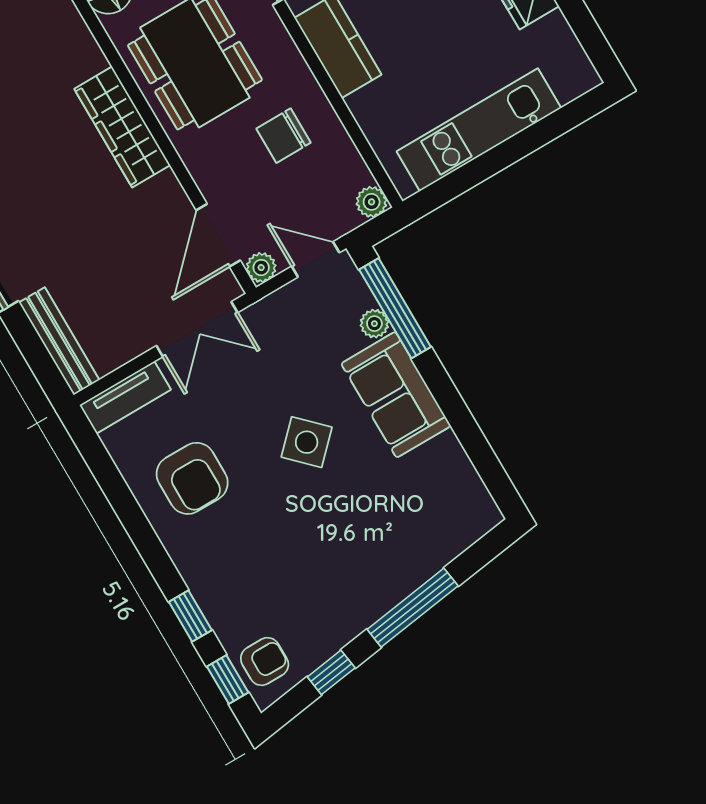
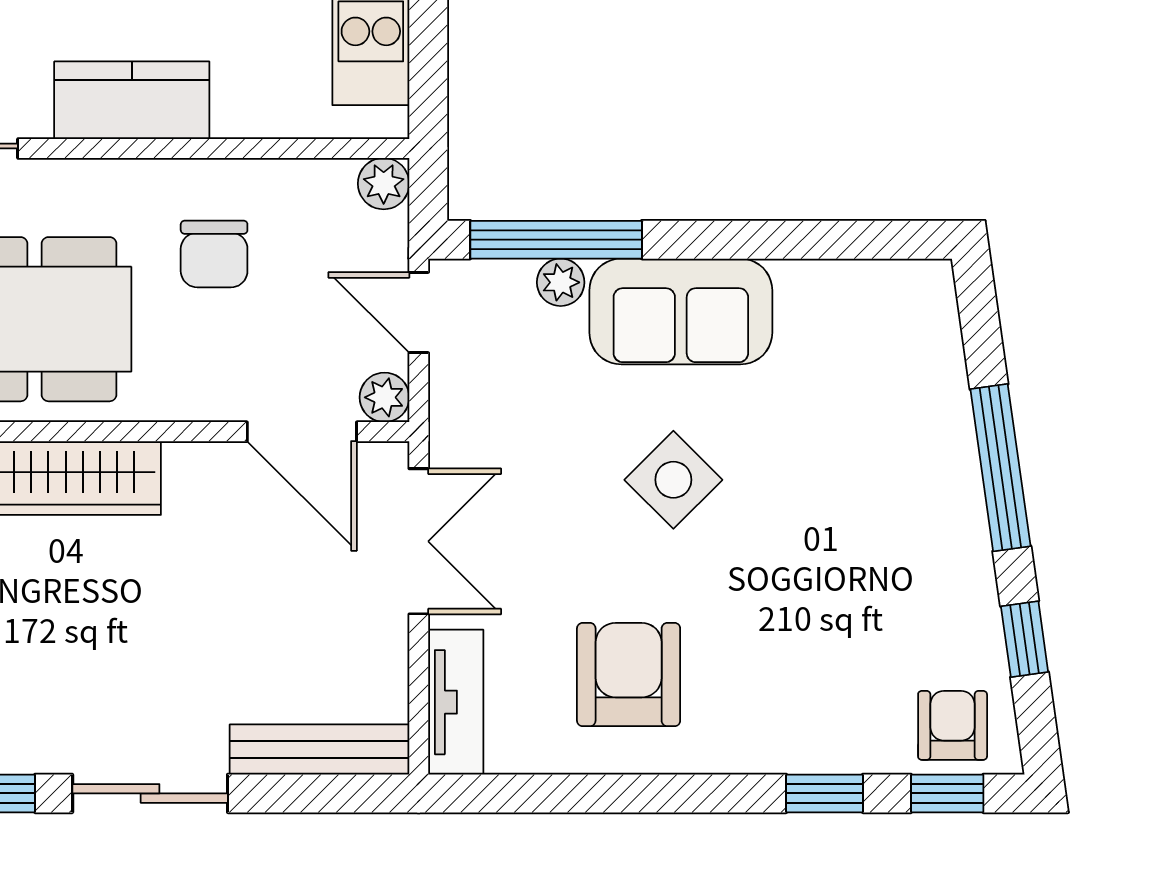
door: (316, 259) -> (419, 313), hinge flipped
armchair: (192, 478) -> (629, 675), turned -90

